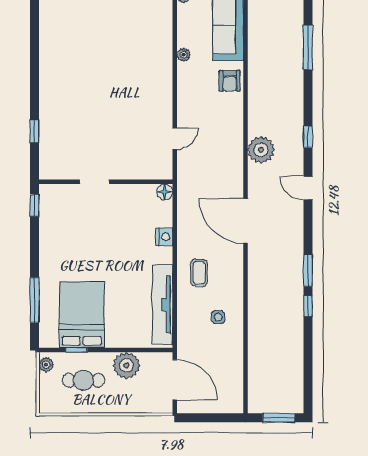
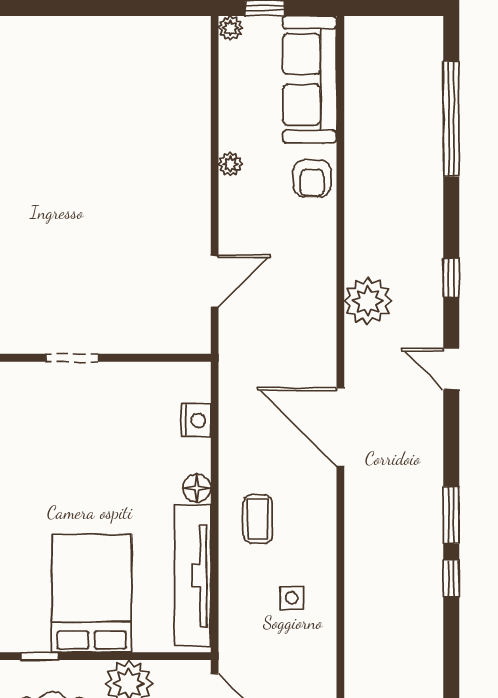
window: (308, 47) -> (451, 119), width x1.46
plant: (184, 55) -> (230, 164), moved
door: (175, 139) -> (215, 281), width x1.38
floor lamp: (165, 192) -> (197, 488), moved
nightstand: (164, 237) -> (196, 420), moved
bed: (82, 315) -> (92, 593), moved

